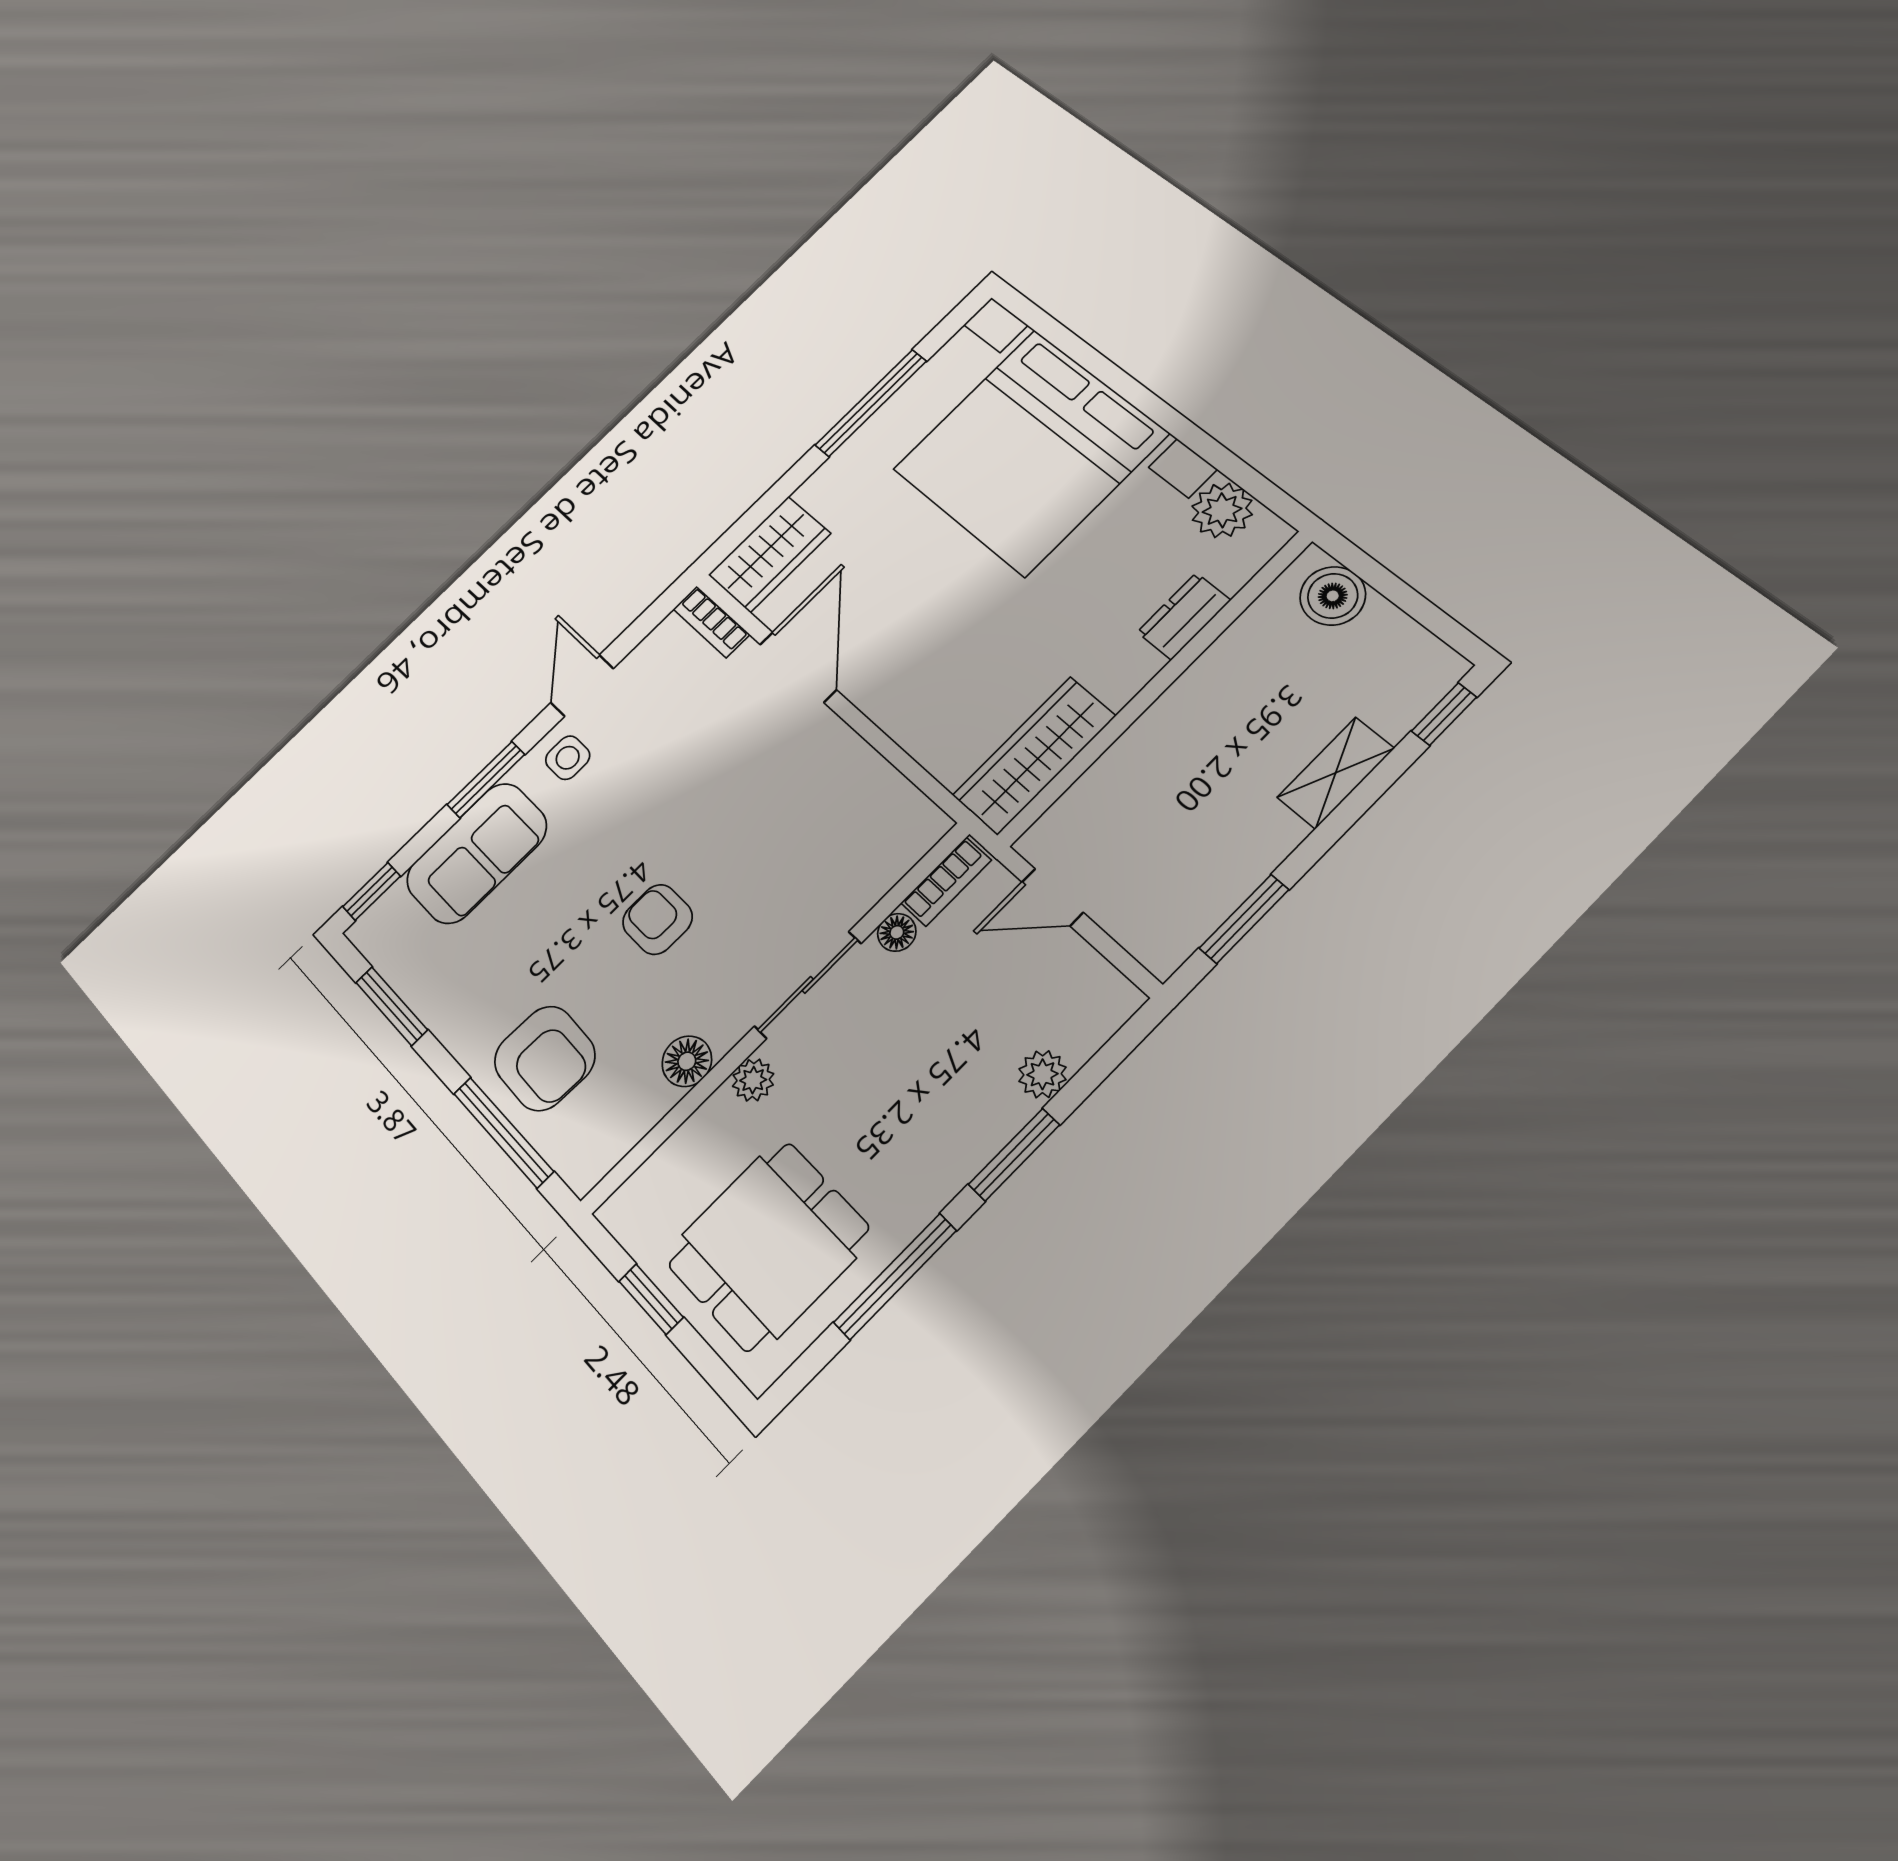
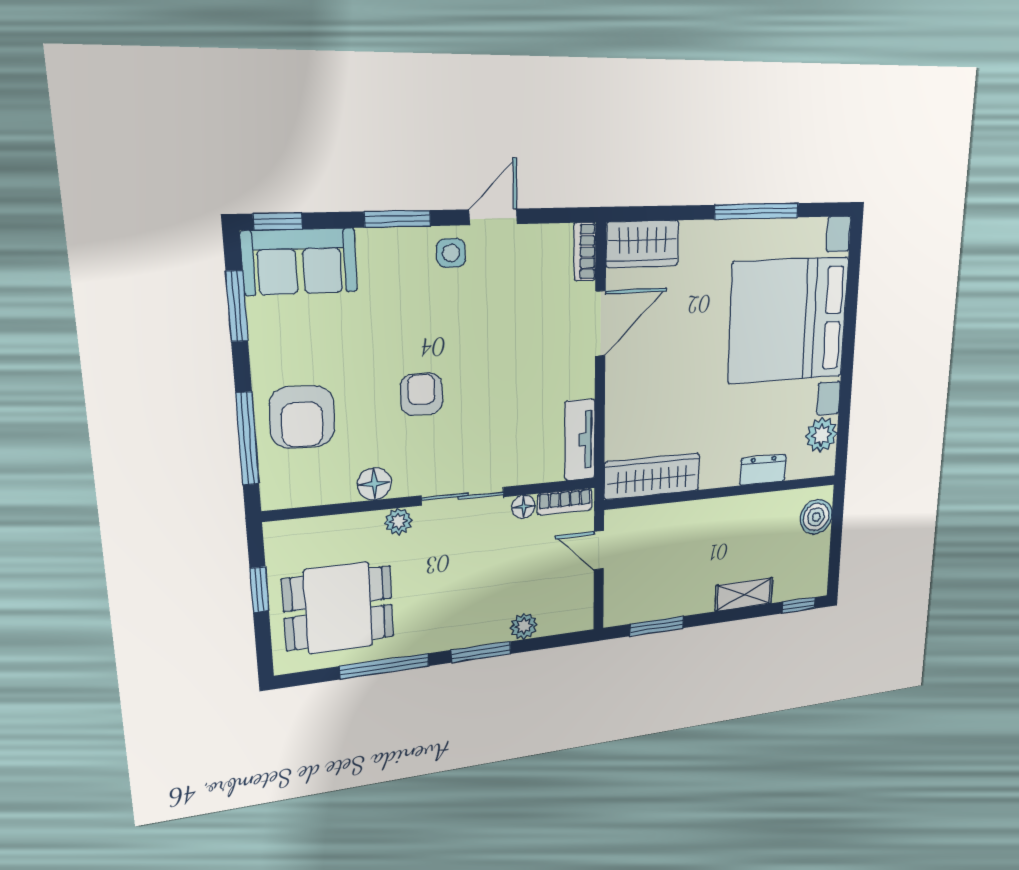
tv unit: (895, 800) -> (580, 440), added
sofa: (477, 853) -> (300, 262), moved

